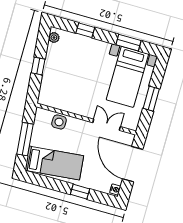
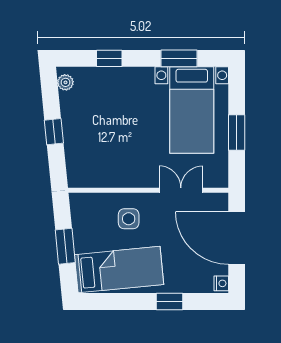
side table: (59, 122) -> (129, 219), moved
window: (25, 139) -> (65, 246), width x0.69

